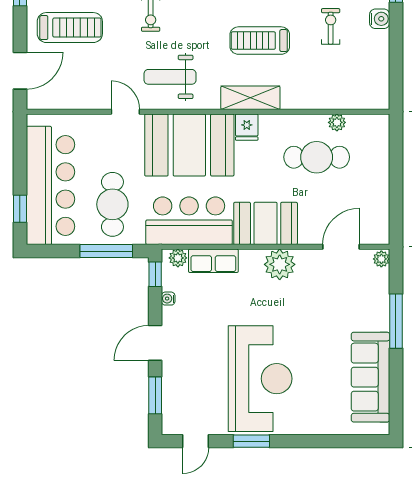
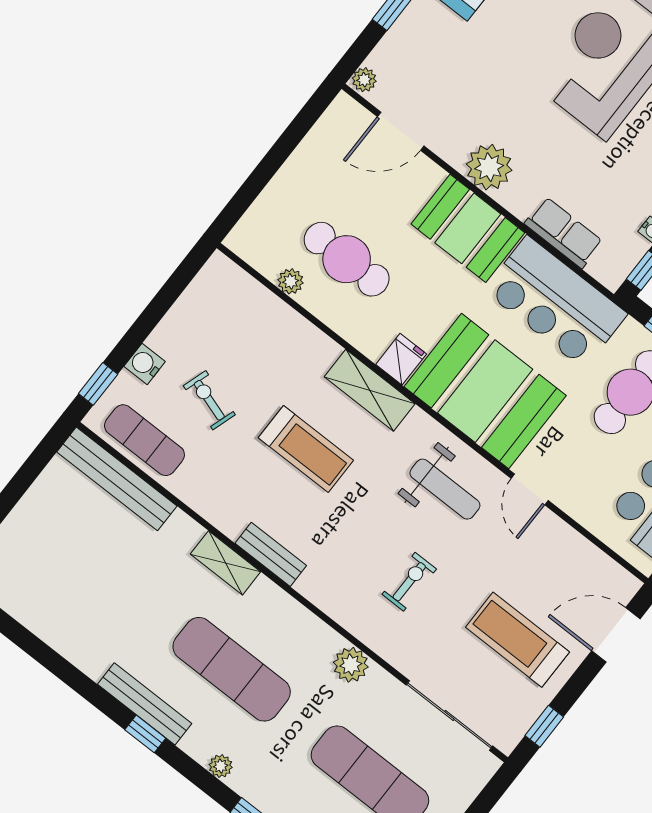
exercise bike: (331, 26) -> (209, 400), turned 108
plant: (178, 258) -> (603, 269), removed

